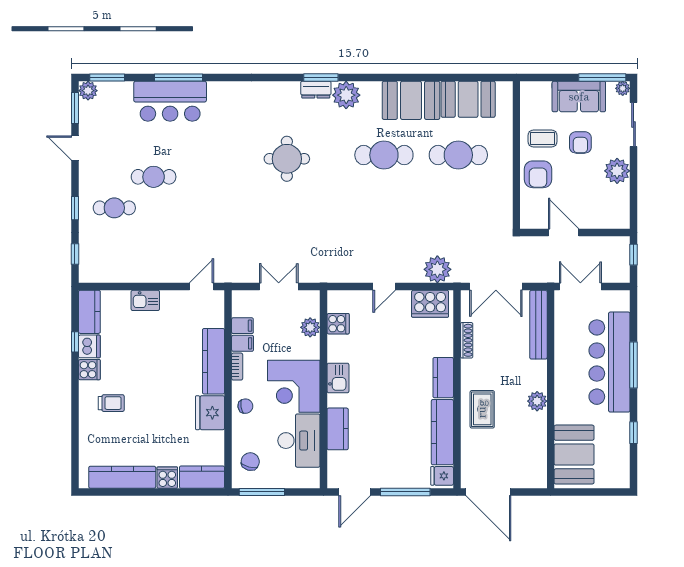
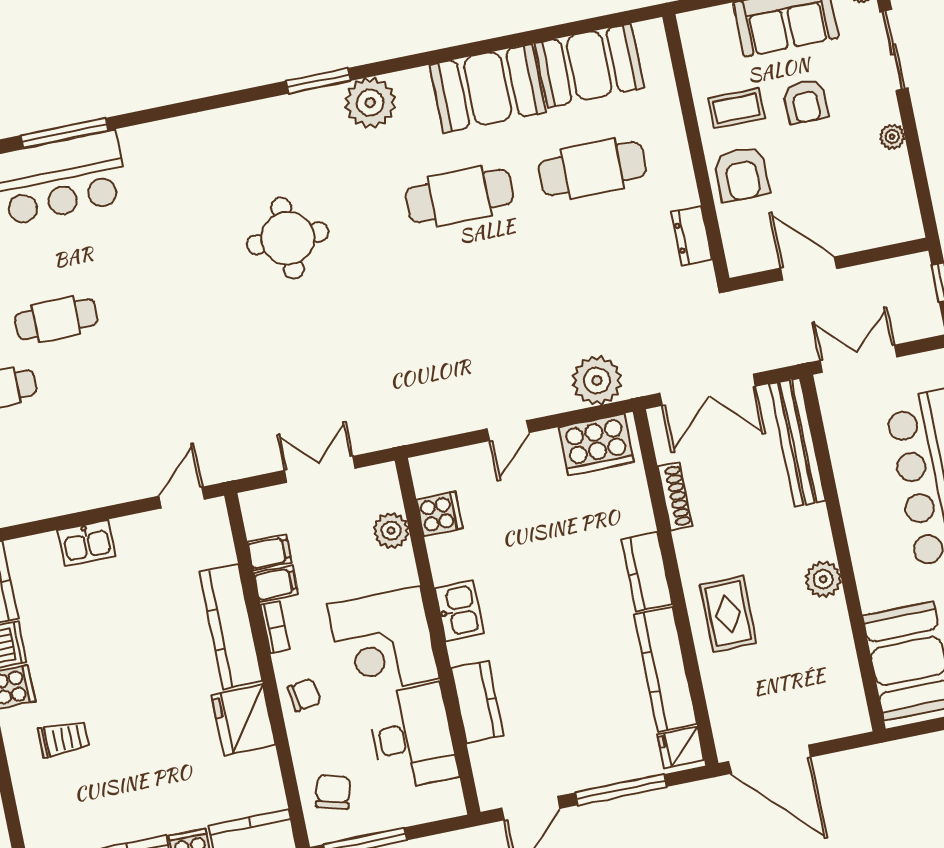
dresser: (316, 90) -> (692, 236), moved, turned 90
plant: (617, 171) -> (892, 137), width x0.53, depth x0.53

